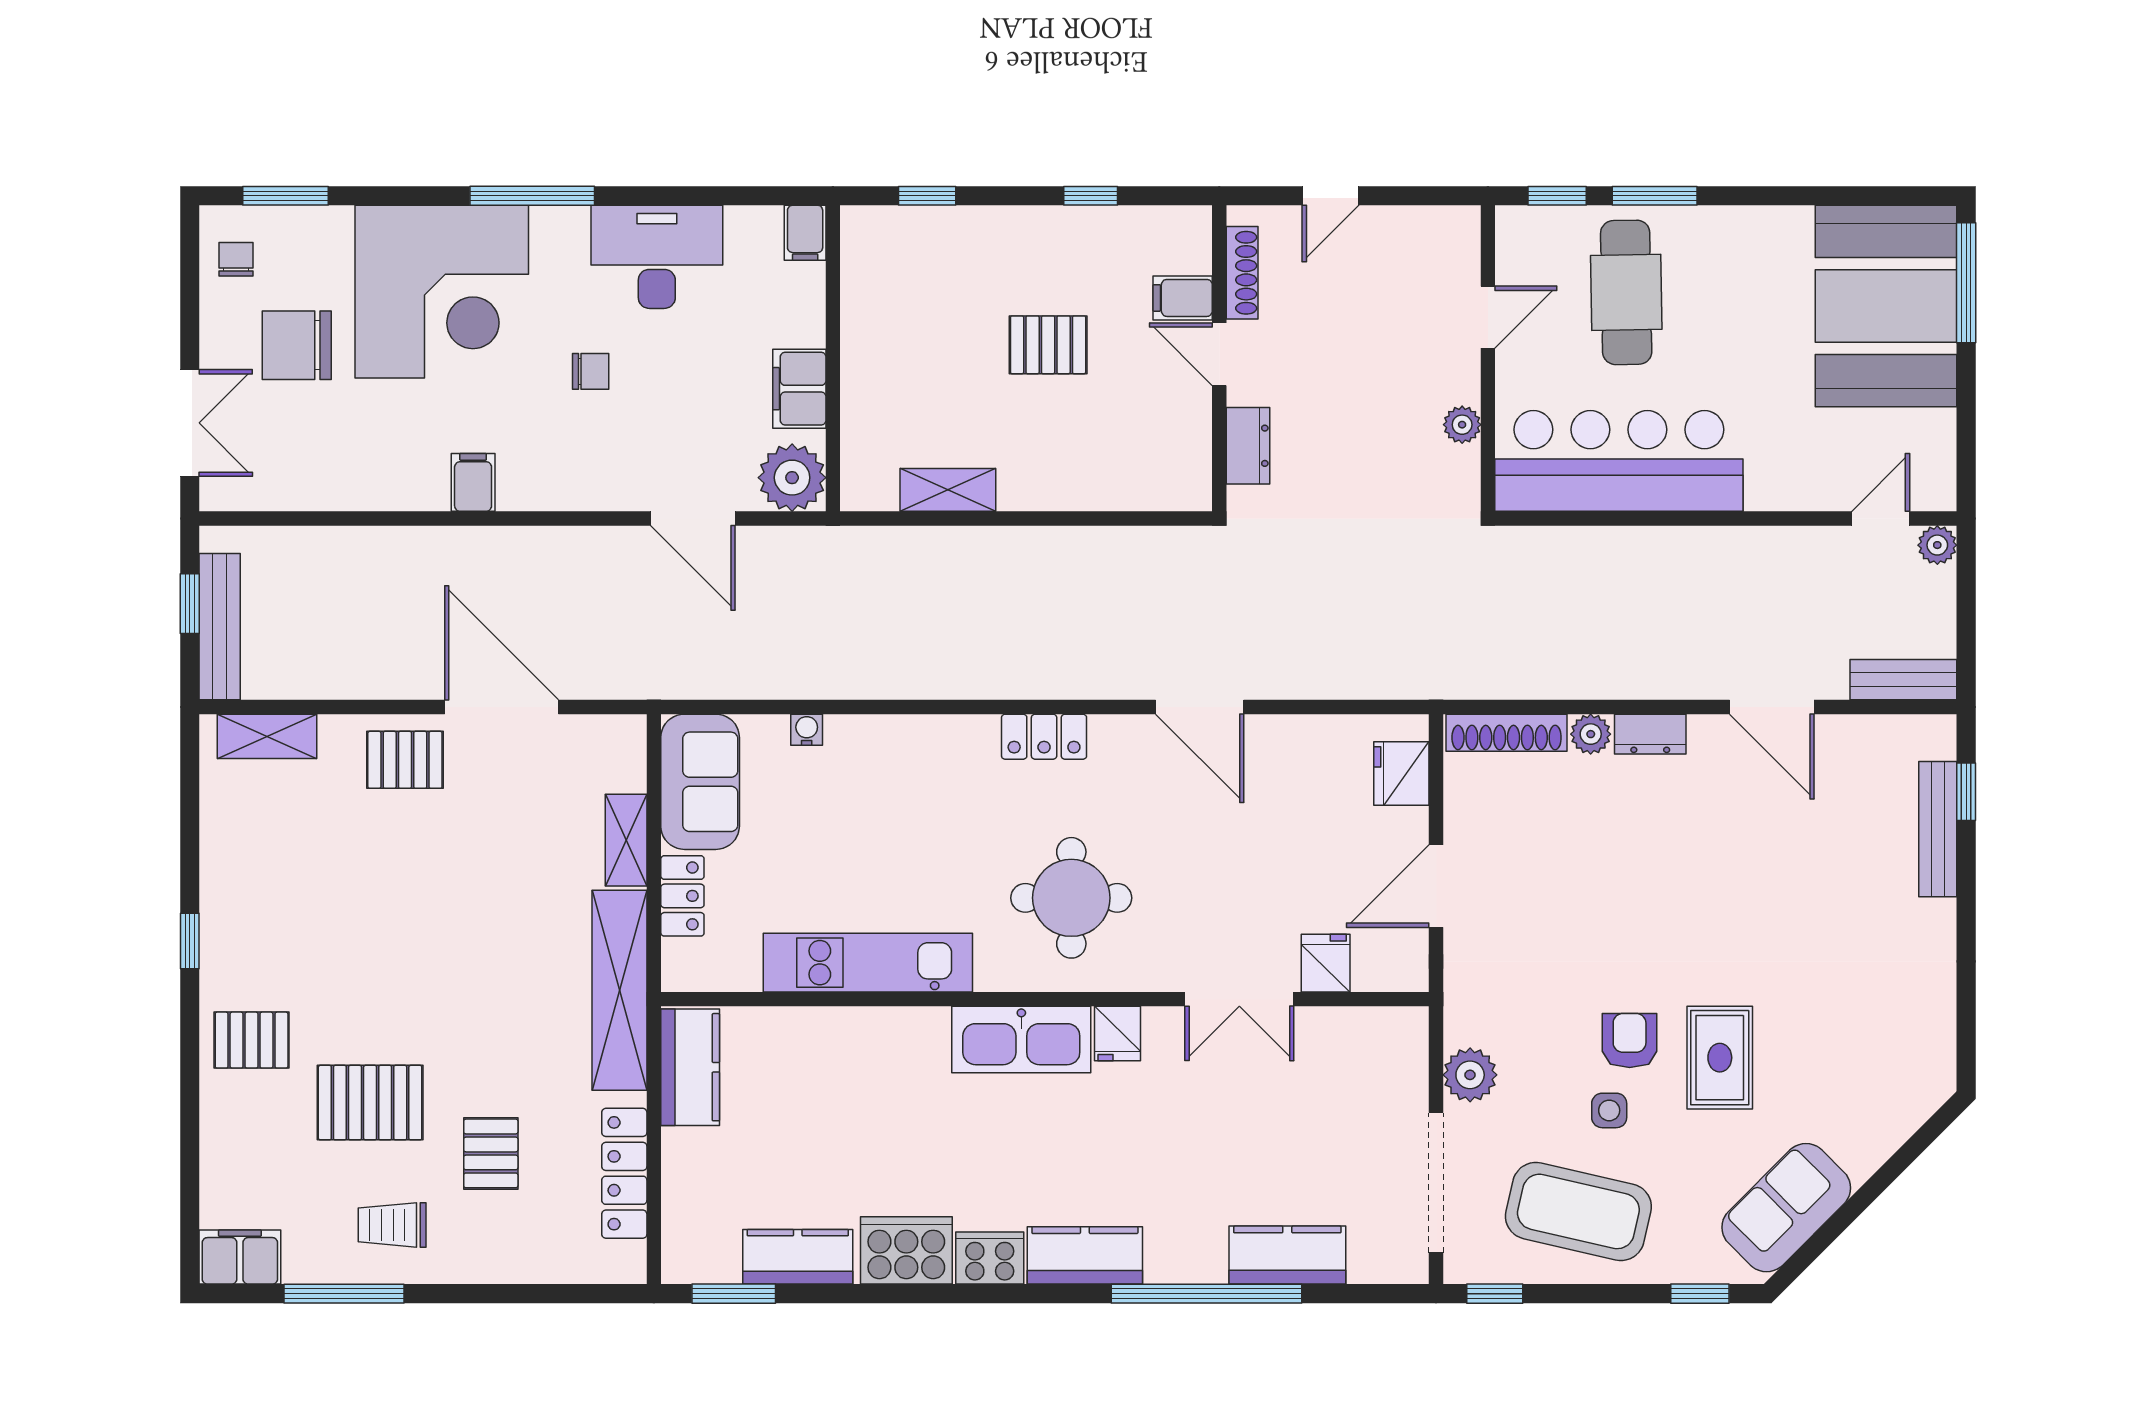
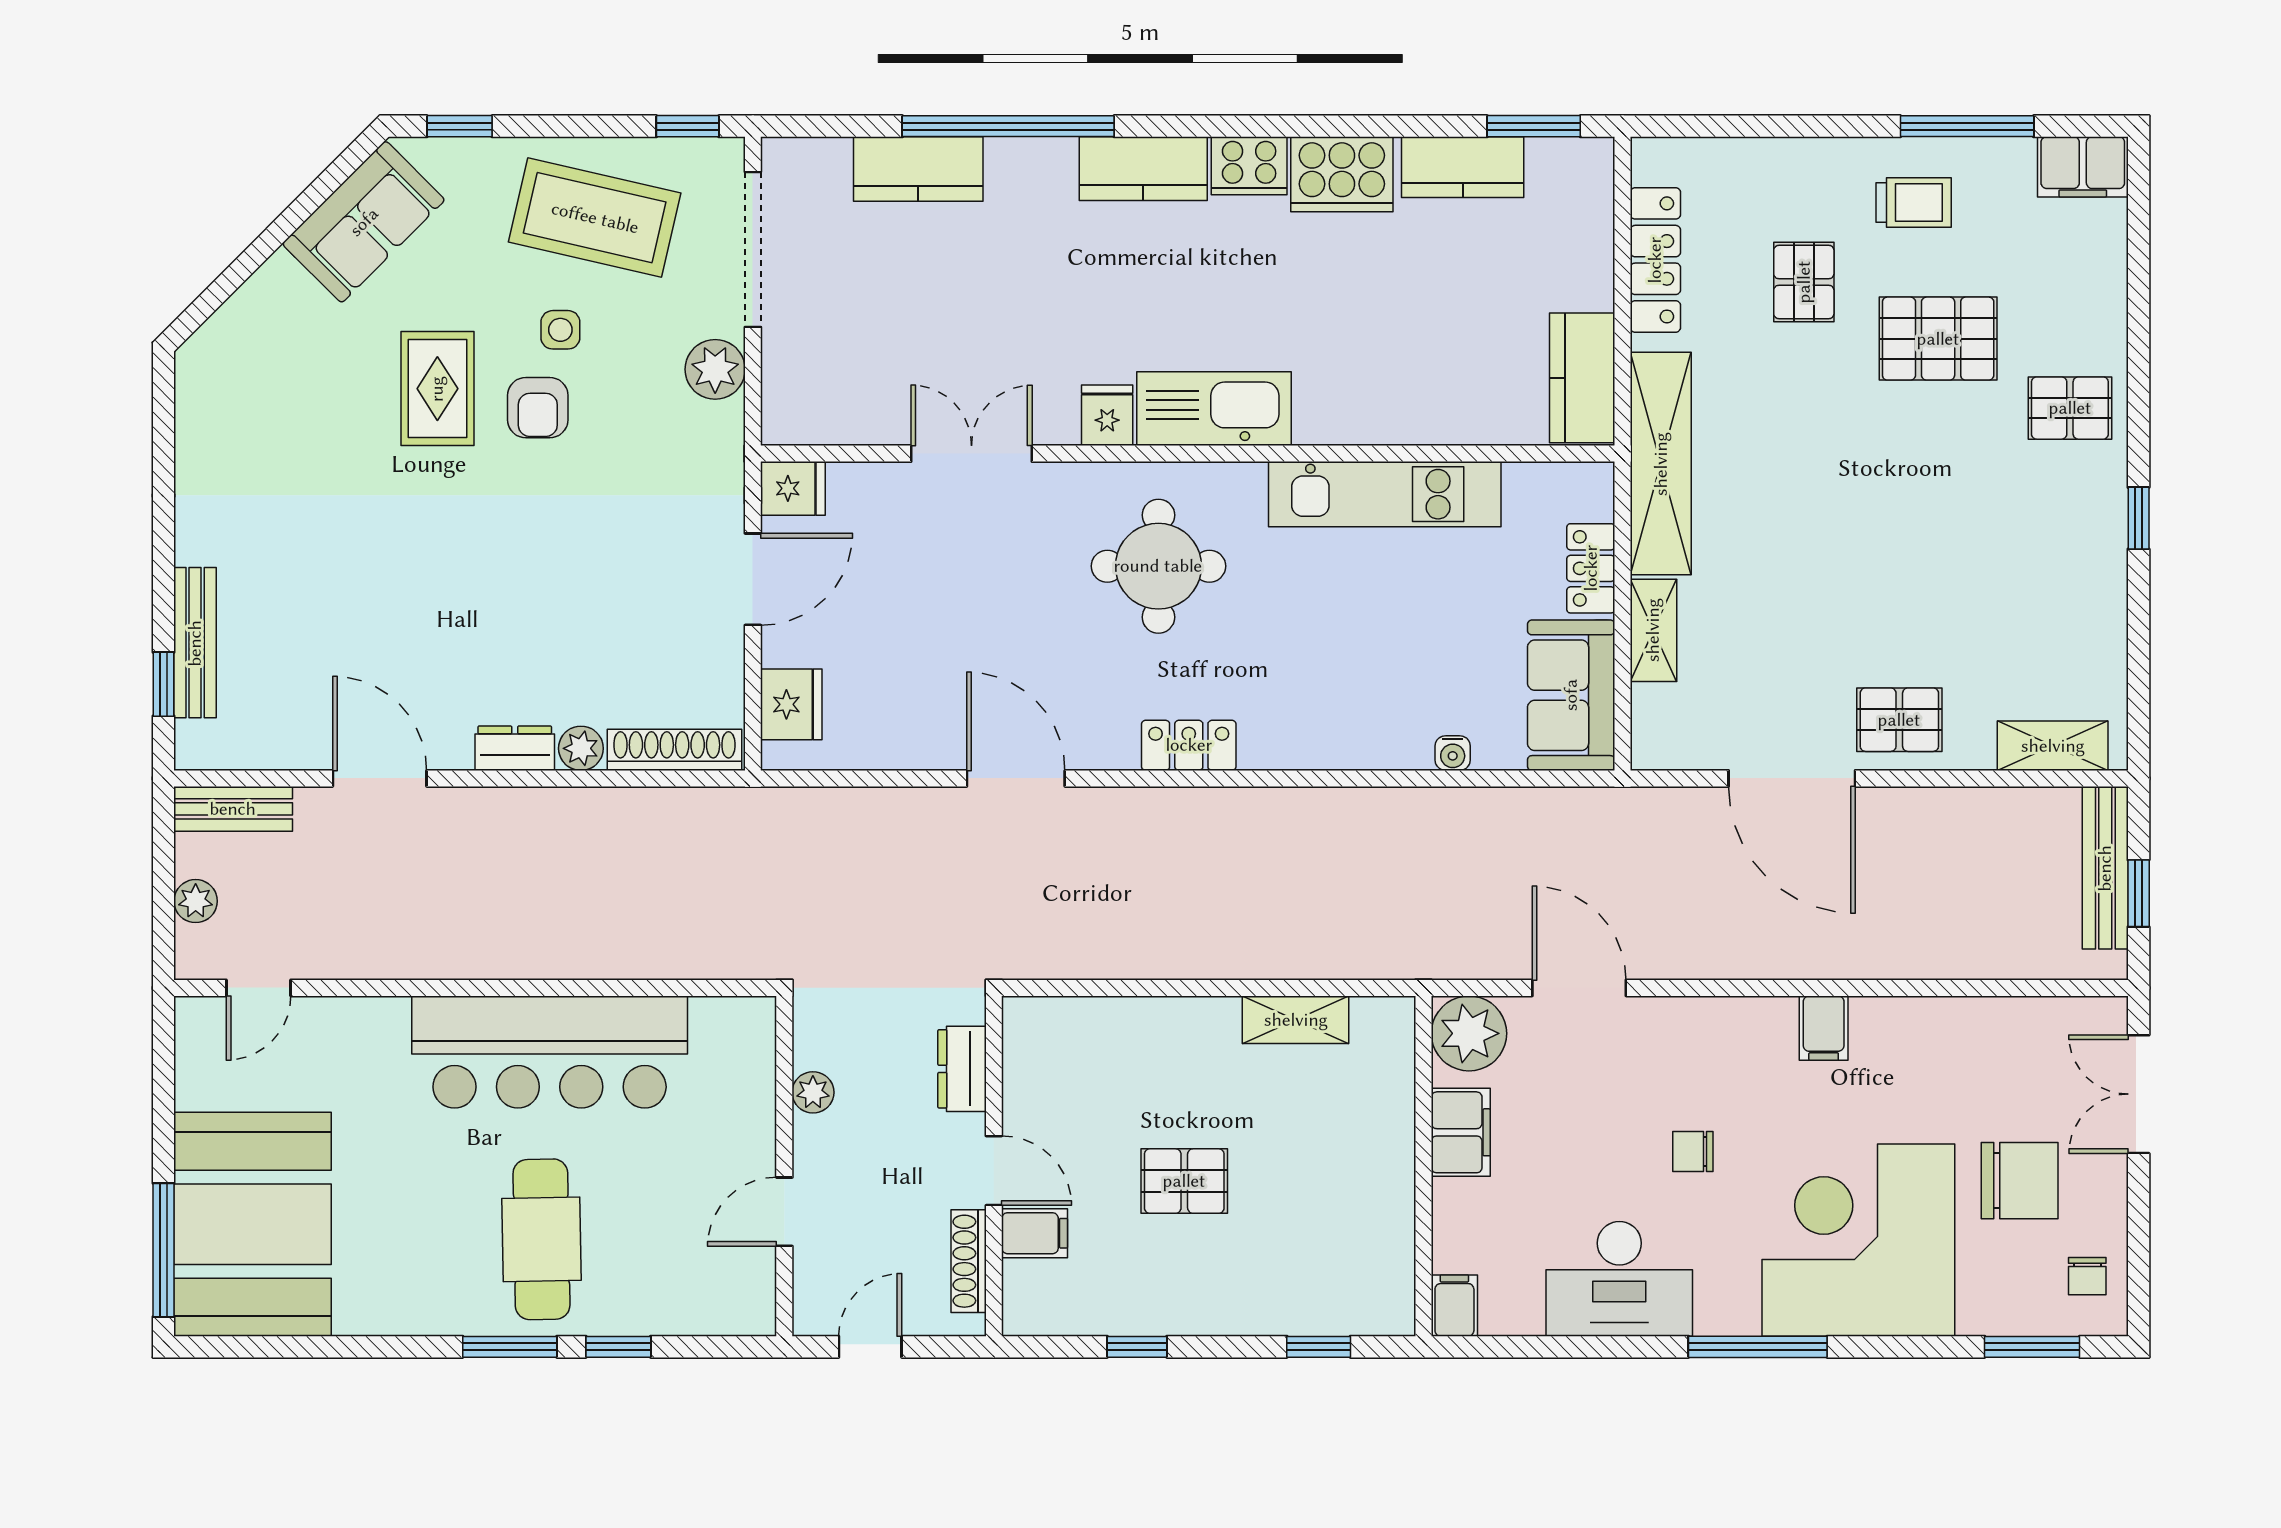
door: (1488, 317) -> (784, 1212), moved
wall: (1488, 358) -> (784, 1166), moved
plant: (1462, 425) -> (813, 1092), moved
plant: (1937, 545) -> (196, 901), moved
fridge: (1326, 963) -> (793, 488), moved, turned -90

